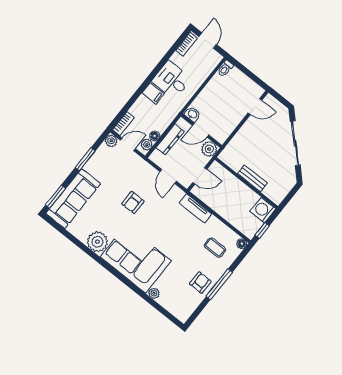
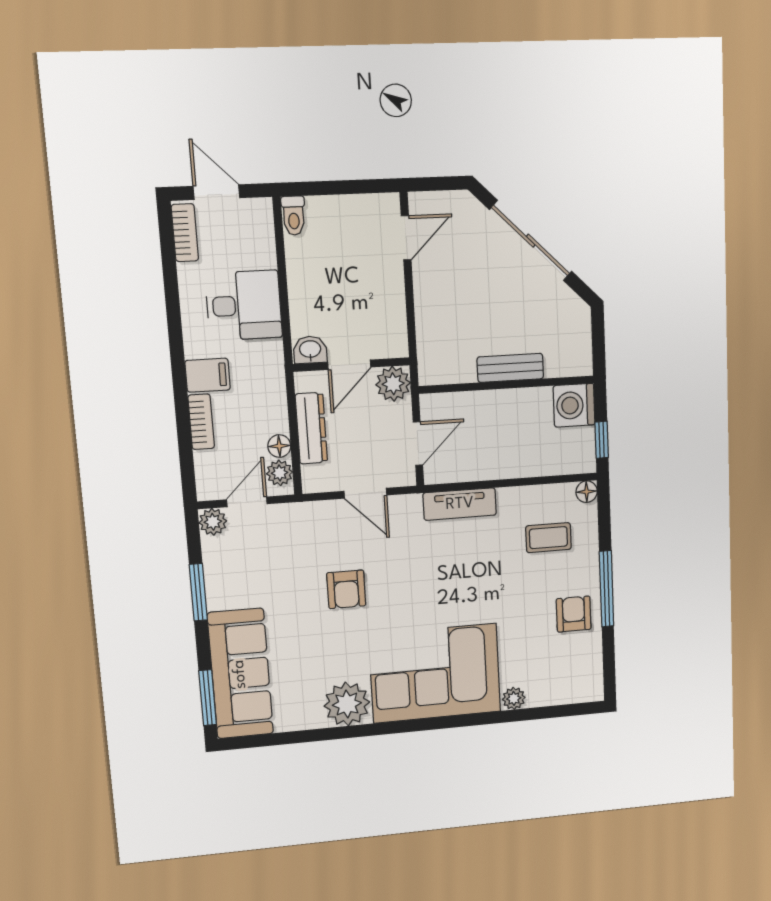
desk: (172, 80) -> (244, 305), moved, turned 180
bookcase: (123, 124) -> (201, 422), moved

